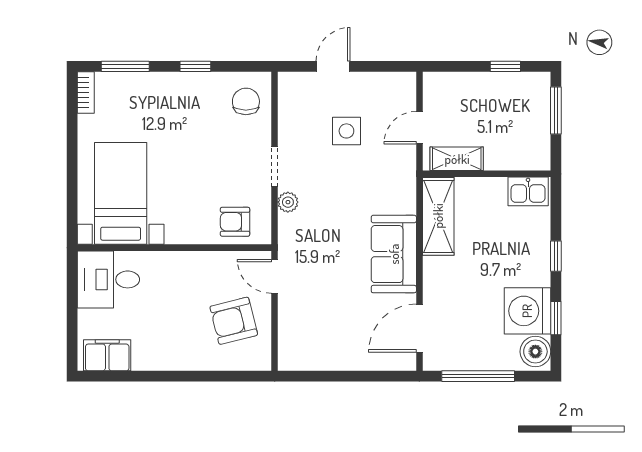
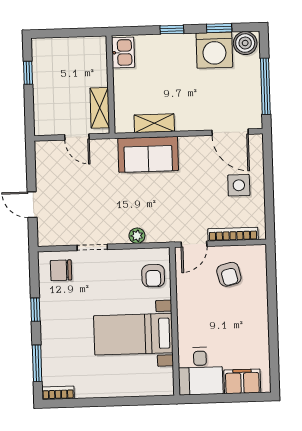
window: (556, 110) -> (60, 33), removed
side table: (346, 131) -> (239, 185), moved
doorway: (275, 167) -> (92, 247), moved
bed with nightstands: (121, 193) -> (133, 334), moved
shelving: (438, 216) -> (154, 123), width x0.67, depth x0.75
sofa: (394, 254) -> (148, 154), moved
armchair: (234, 321) -> (229, 274), width x0.72, depth x0.72
bookcase: (286, 328) -> (233, 234), added
filing cabinet: (107, 355) -> (242, 381), moved, turned 90

